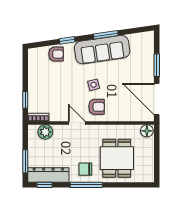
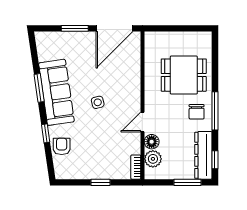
window: (25, 100) -> (100, 182), moved
armchair: (97, 107) -> (123, 99), removed
floor lamp: (147, 131) -> (152, 142), moved

